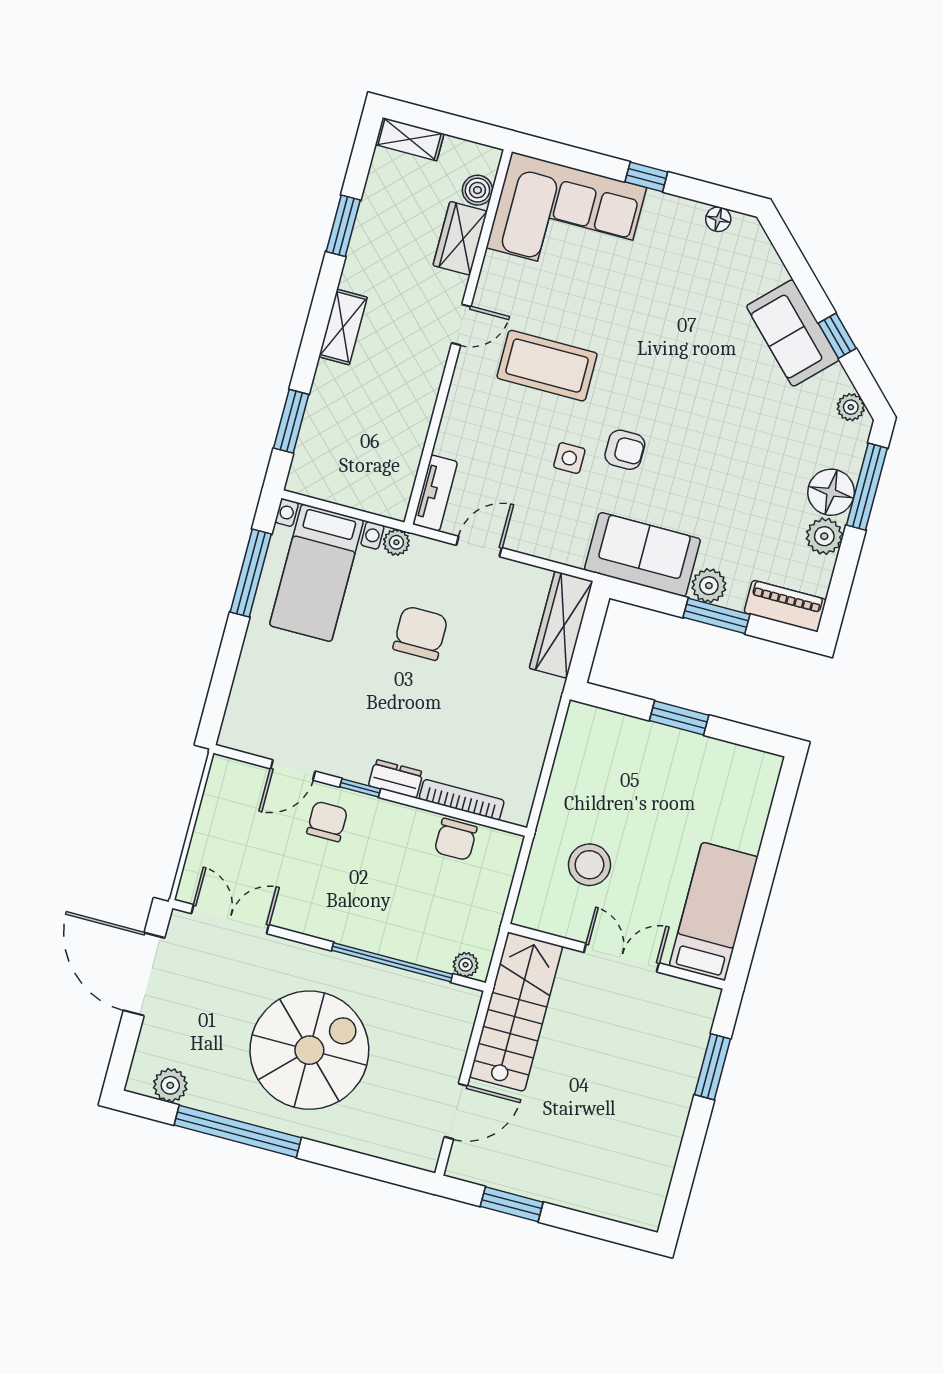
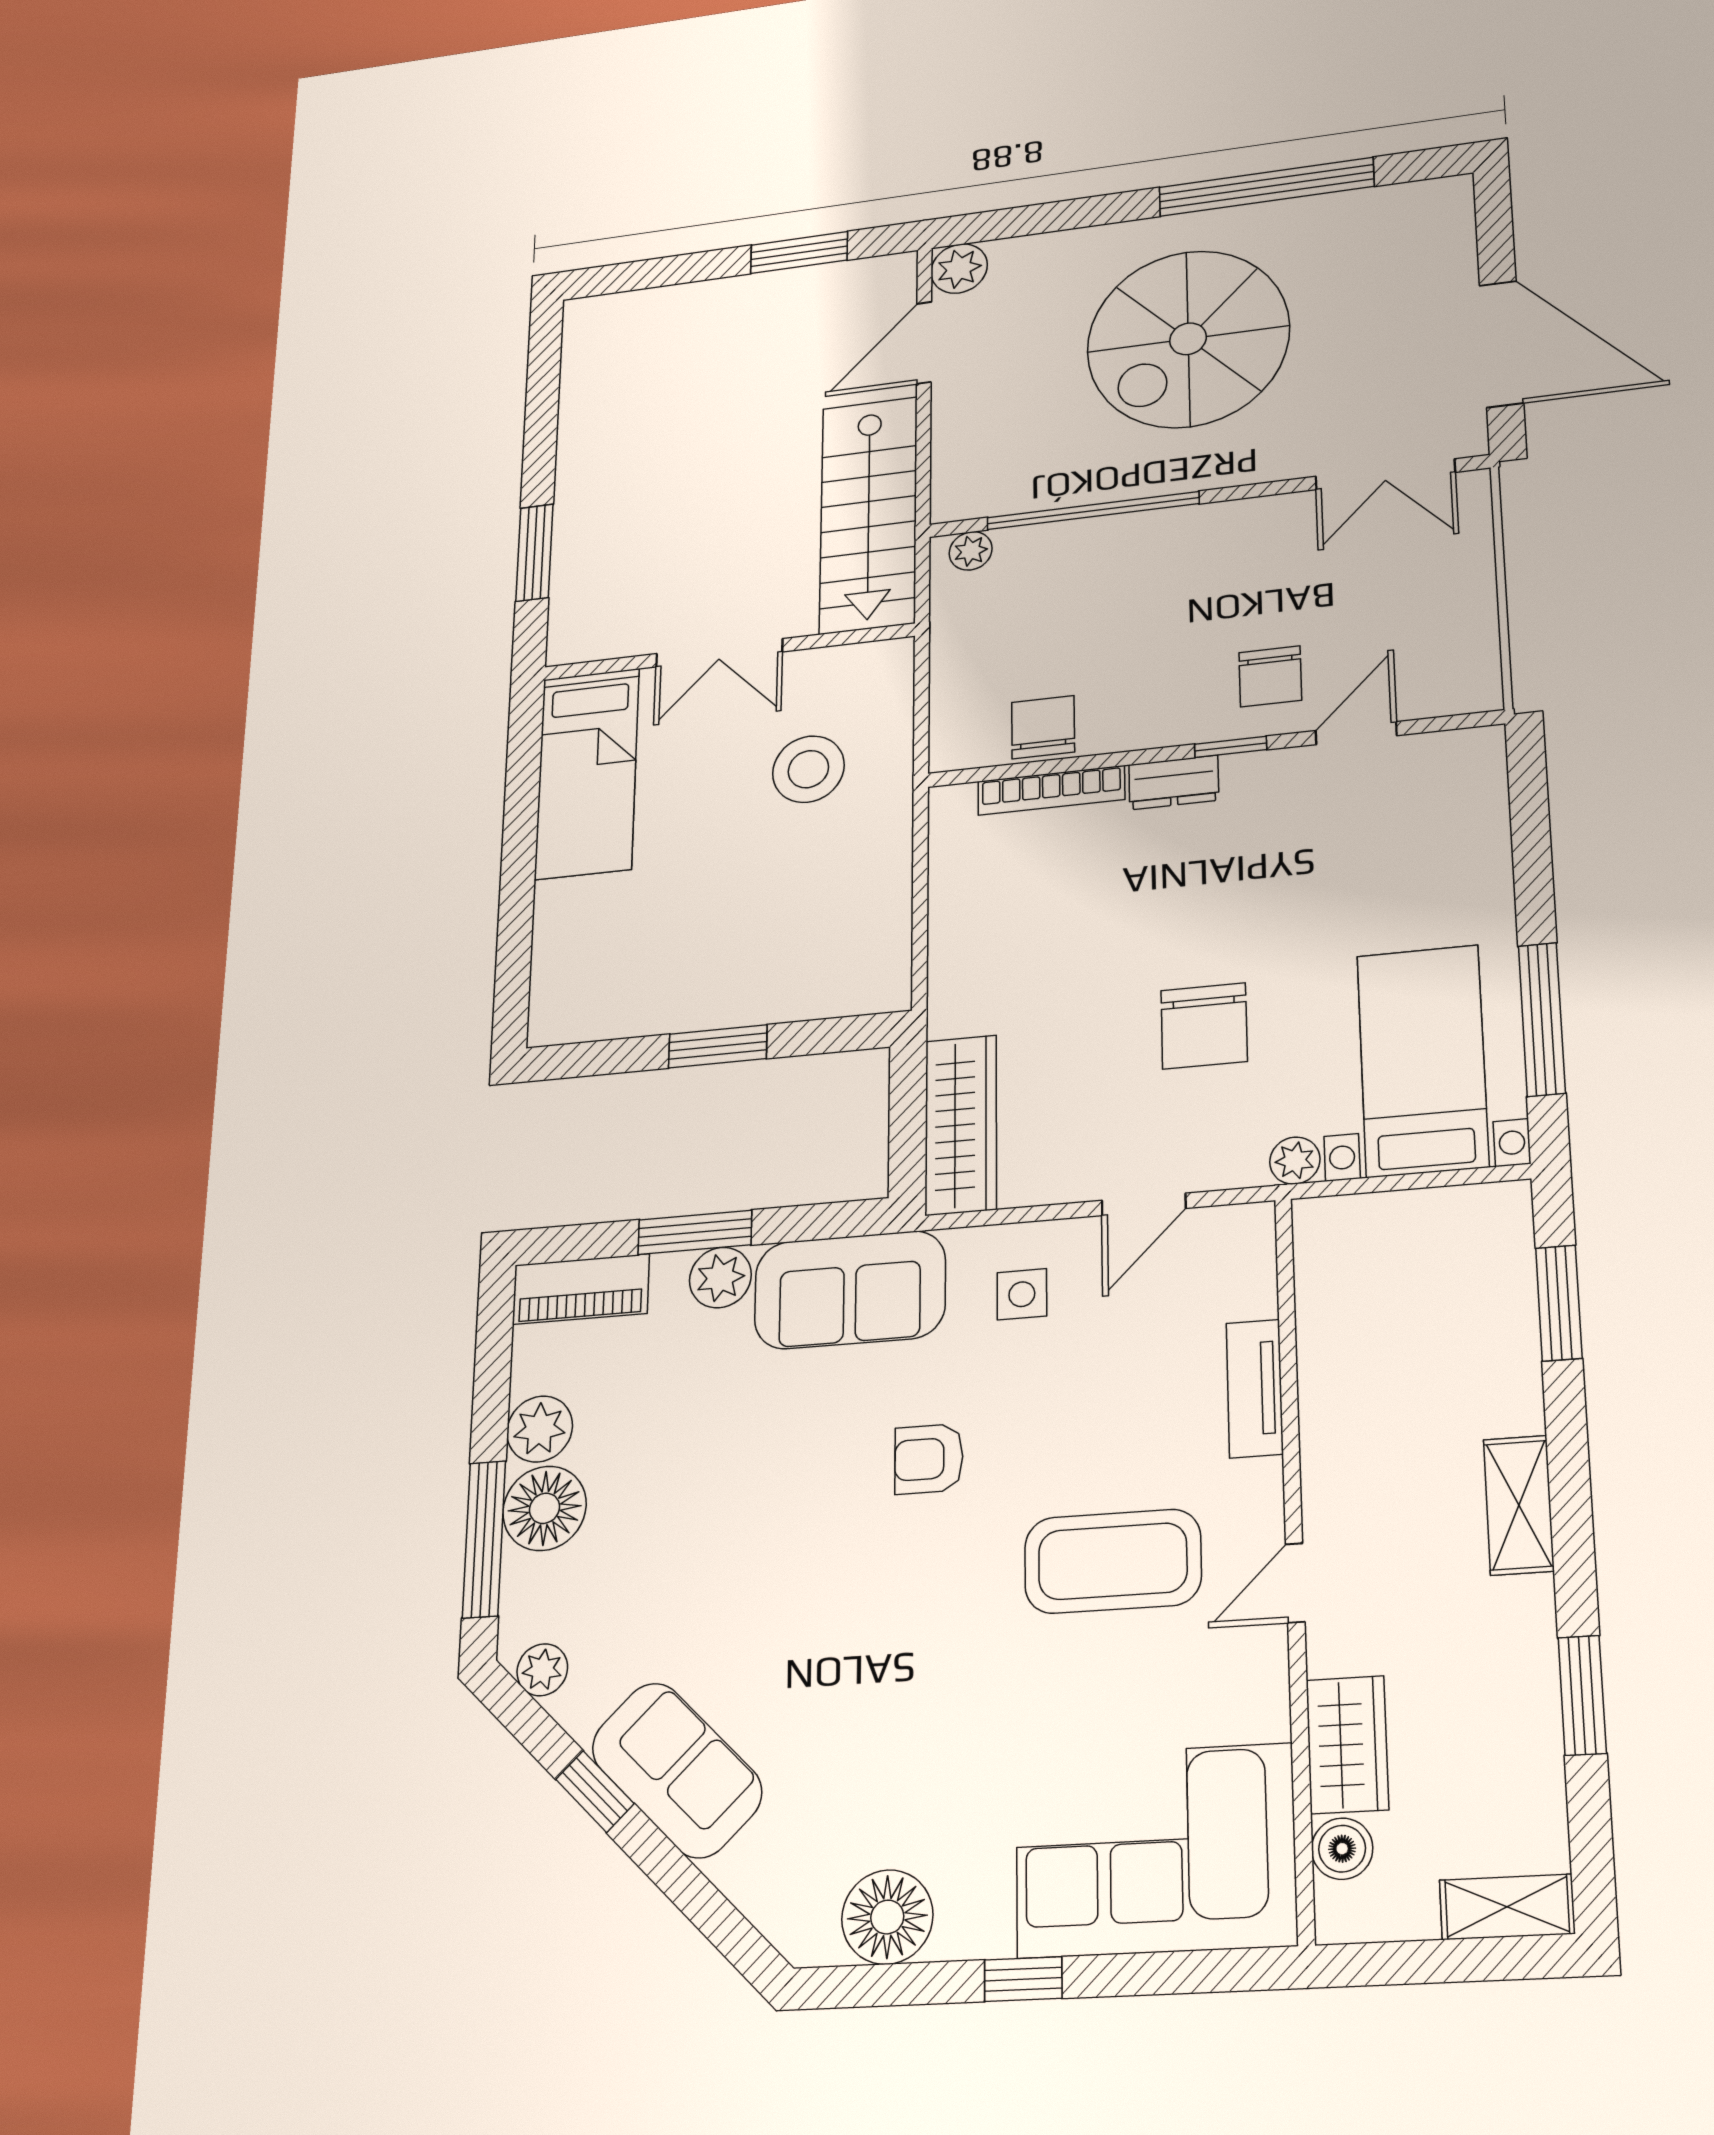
floor lamp: (718, 219) -> (887, 1917), width x1.89, depth x1.89
side table: (569, 458) -> (1022, 1294), moved
tv unit: (435, 493) -> (1255, 1388), moved
plant: (170, 1085) -> (959, 269), moved

